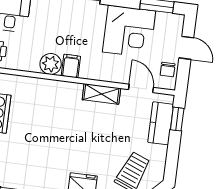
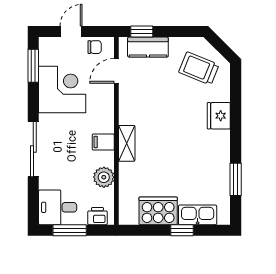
plant: (51, 64) -> (104, 177), moved
shelving: (101, 94) -> (127, 143), moved

